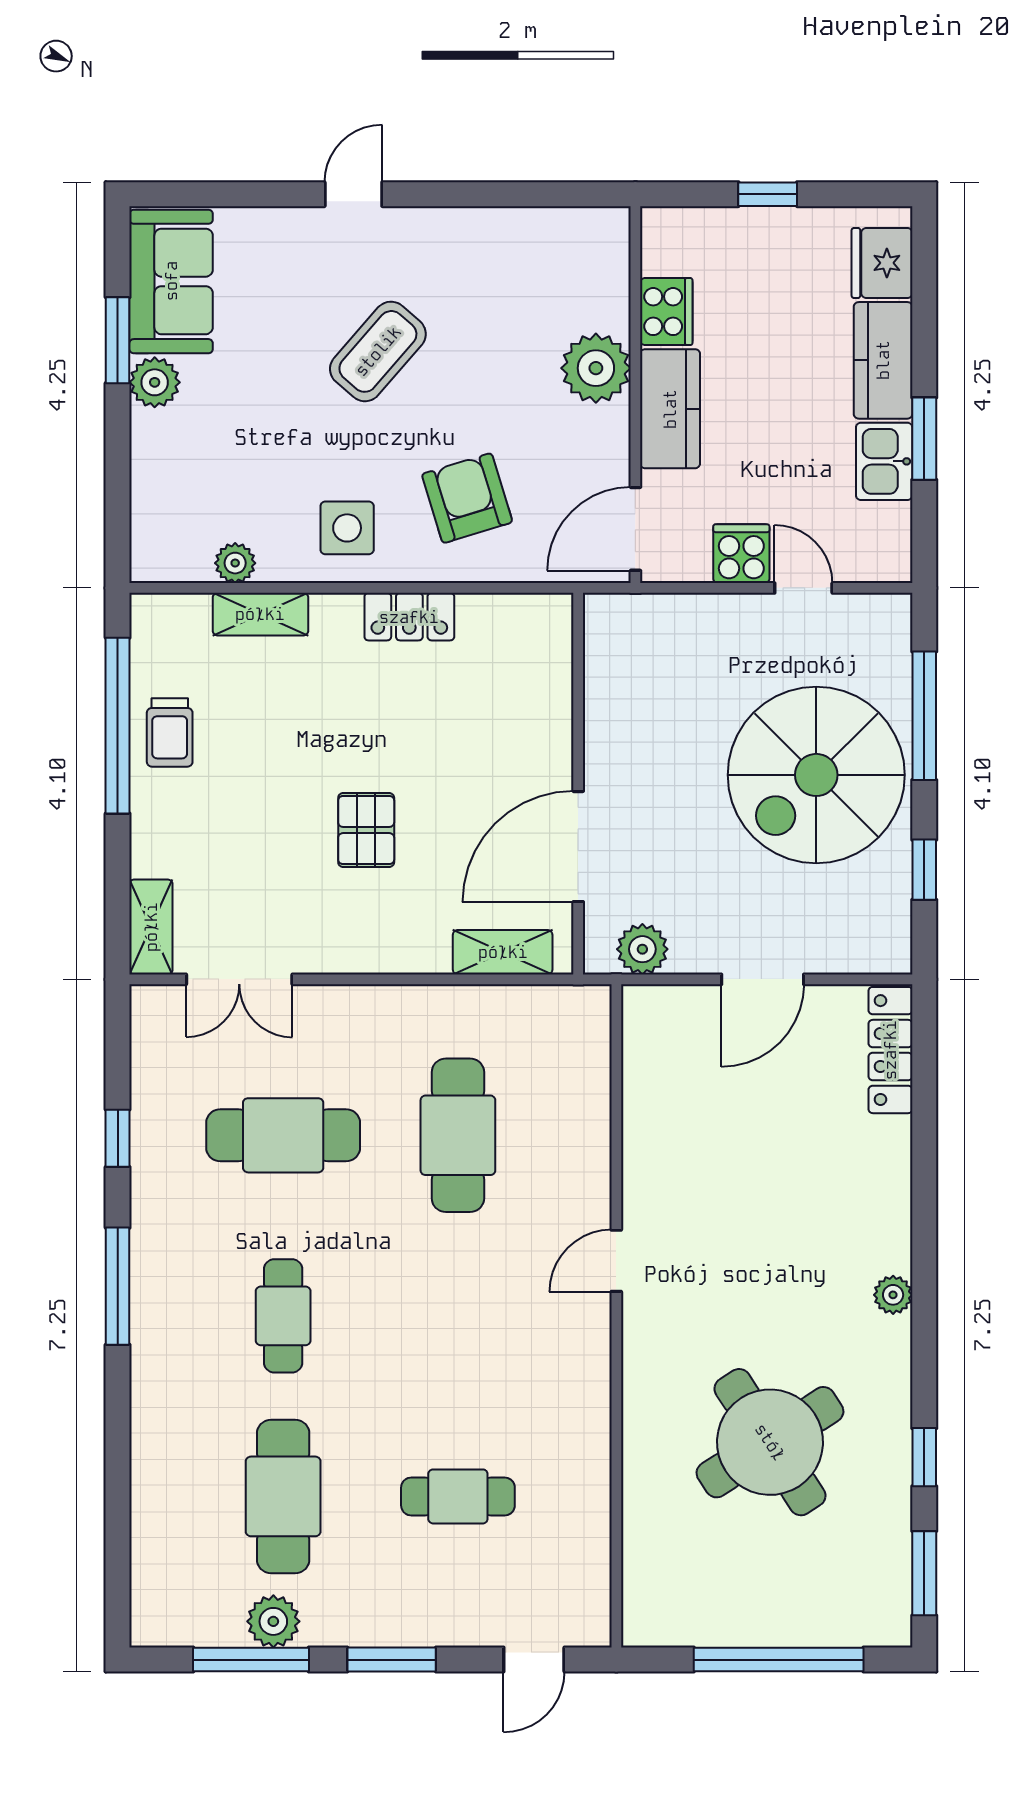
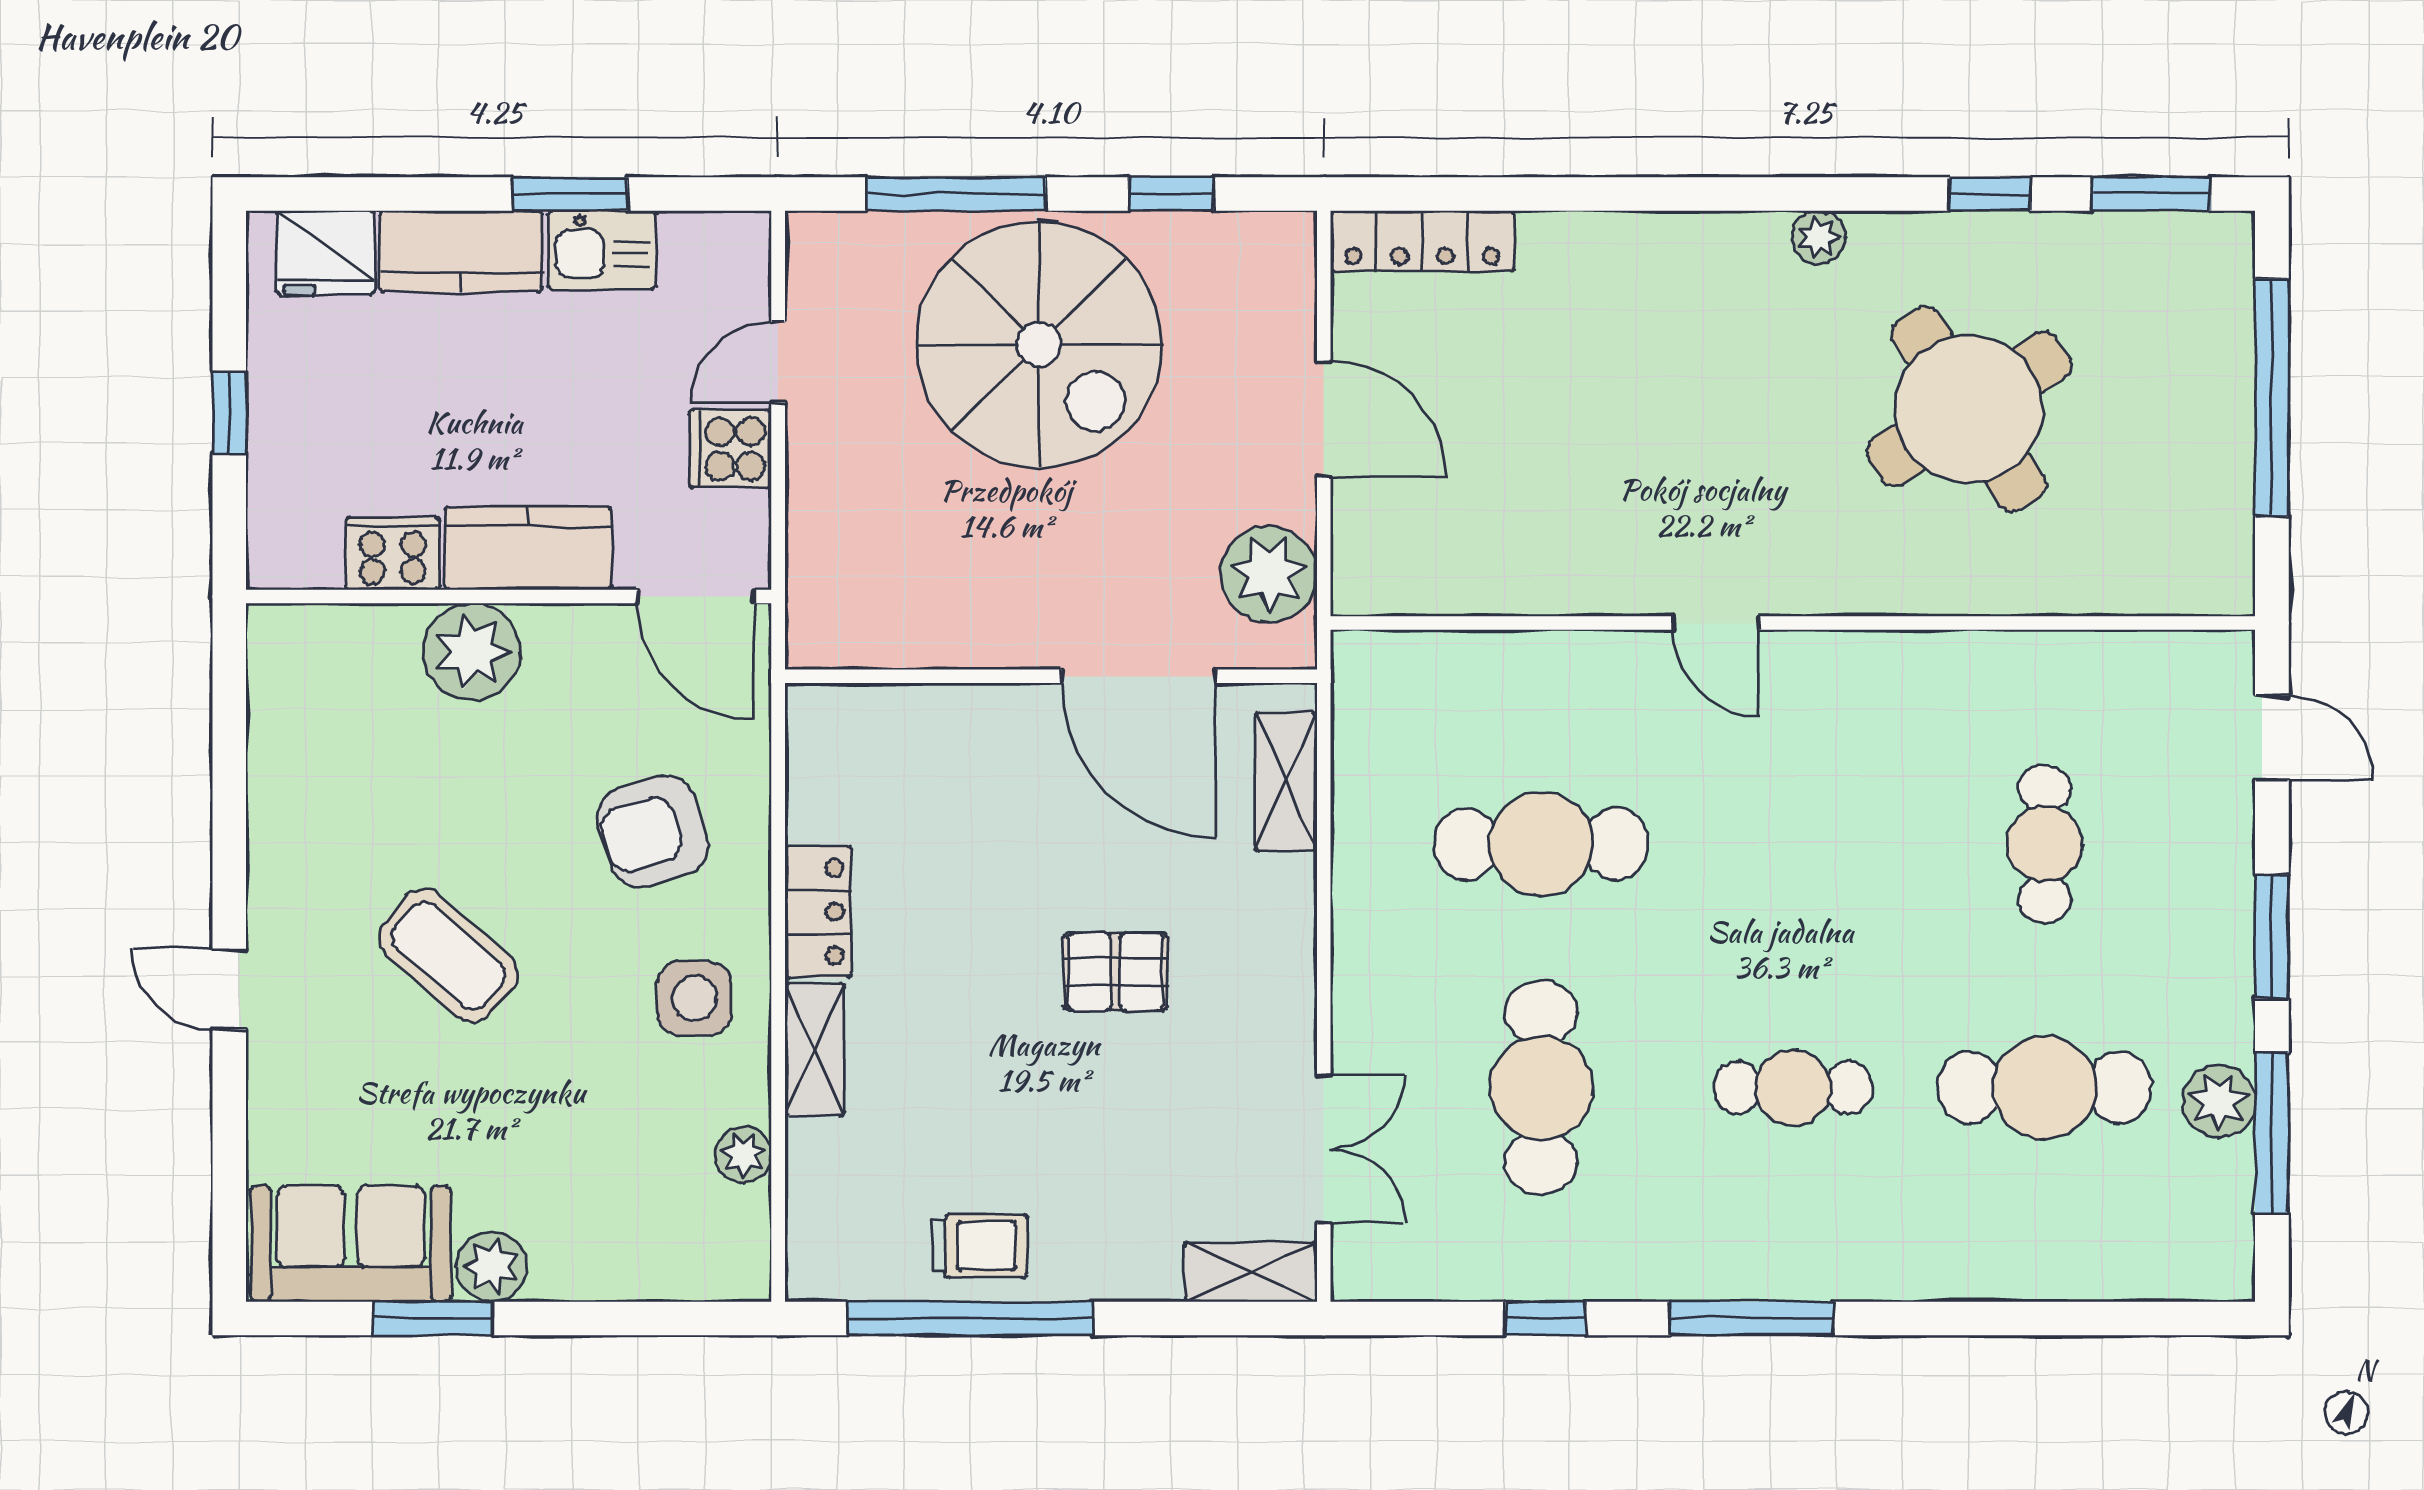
shelving: (260, 614) -> (815, 1049), moved
plant: (642, 949) -> (1269, 574), width x1.36, depth x1.36
plant: (893, 1295) -> (1818, 237), moved

